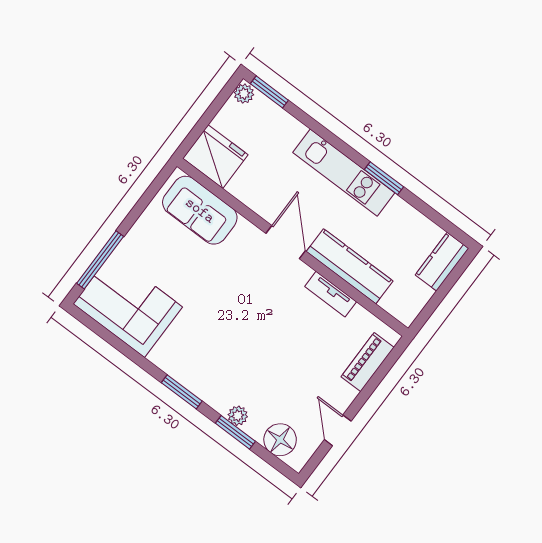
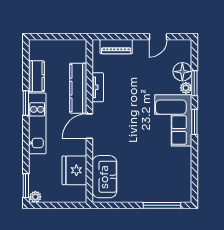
fridge: (215, 157) -> (74, 170), moved
kitchen counter: (442, 262) -> (36, 76), moved, turned -90
corner sofa: (128, 305) -> (173, 120), moved
floor lamp: (280, 440) -> (182, 72), moved

